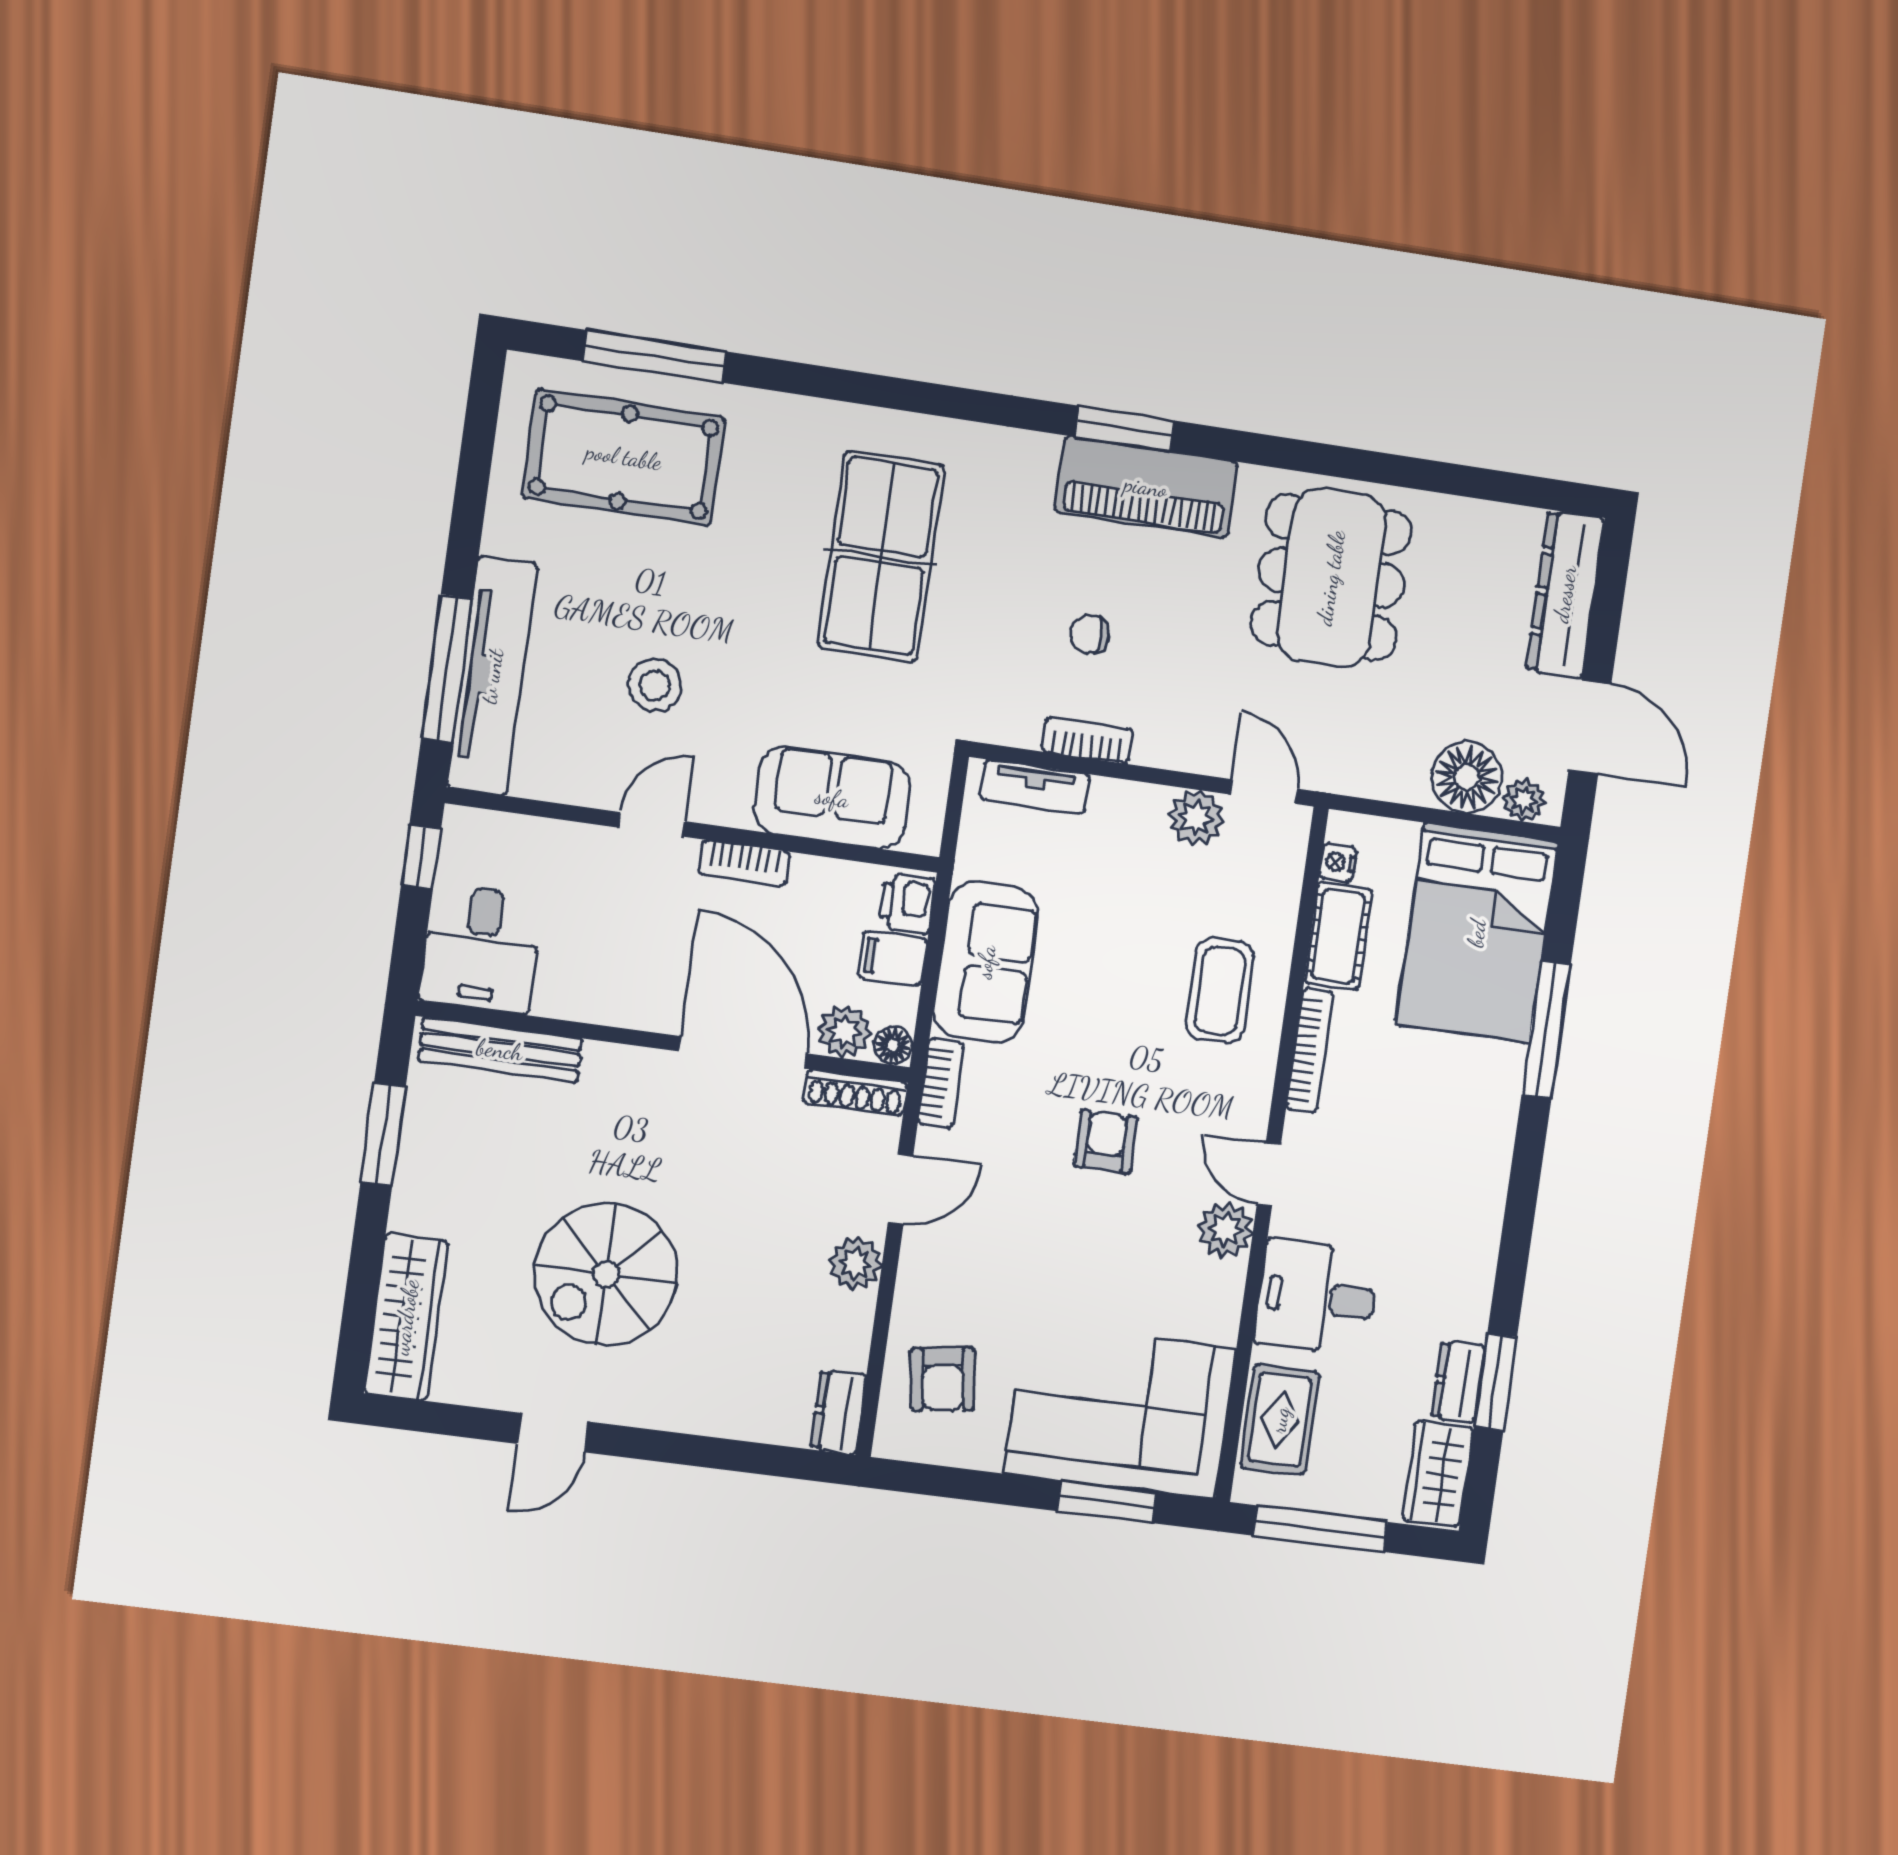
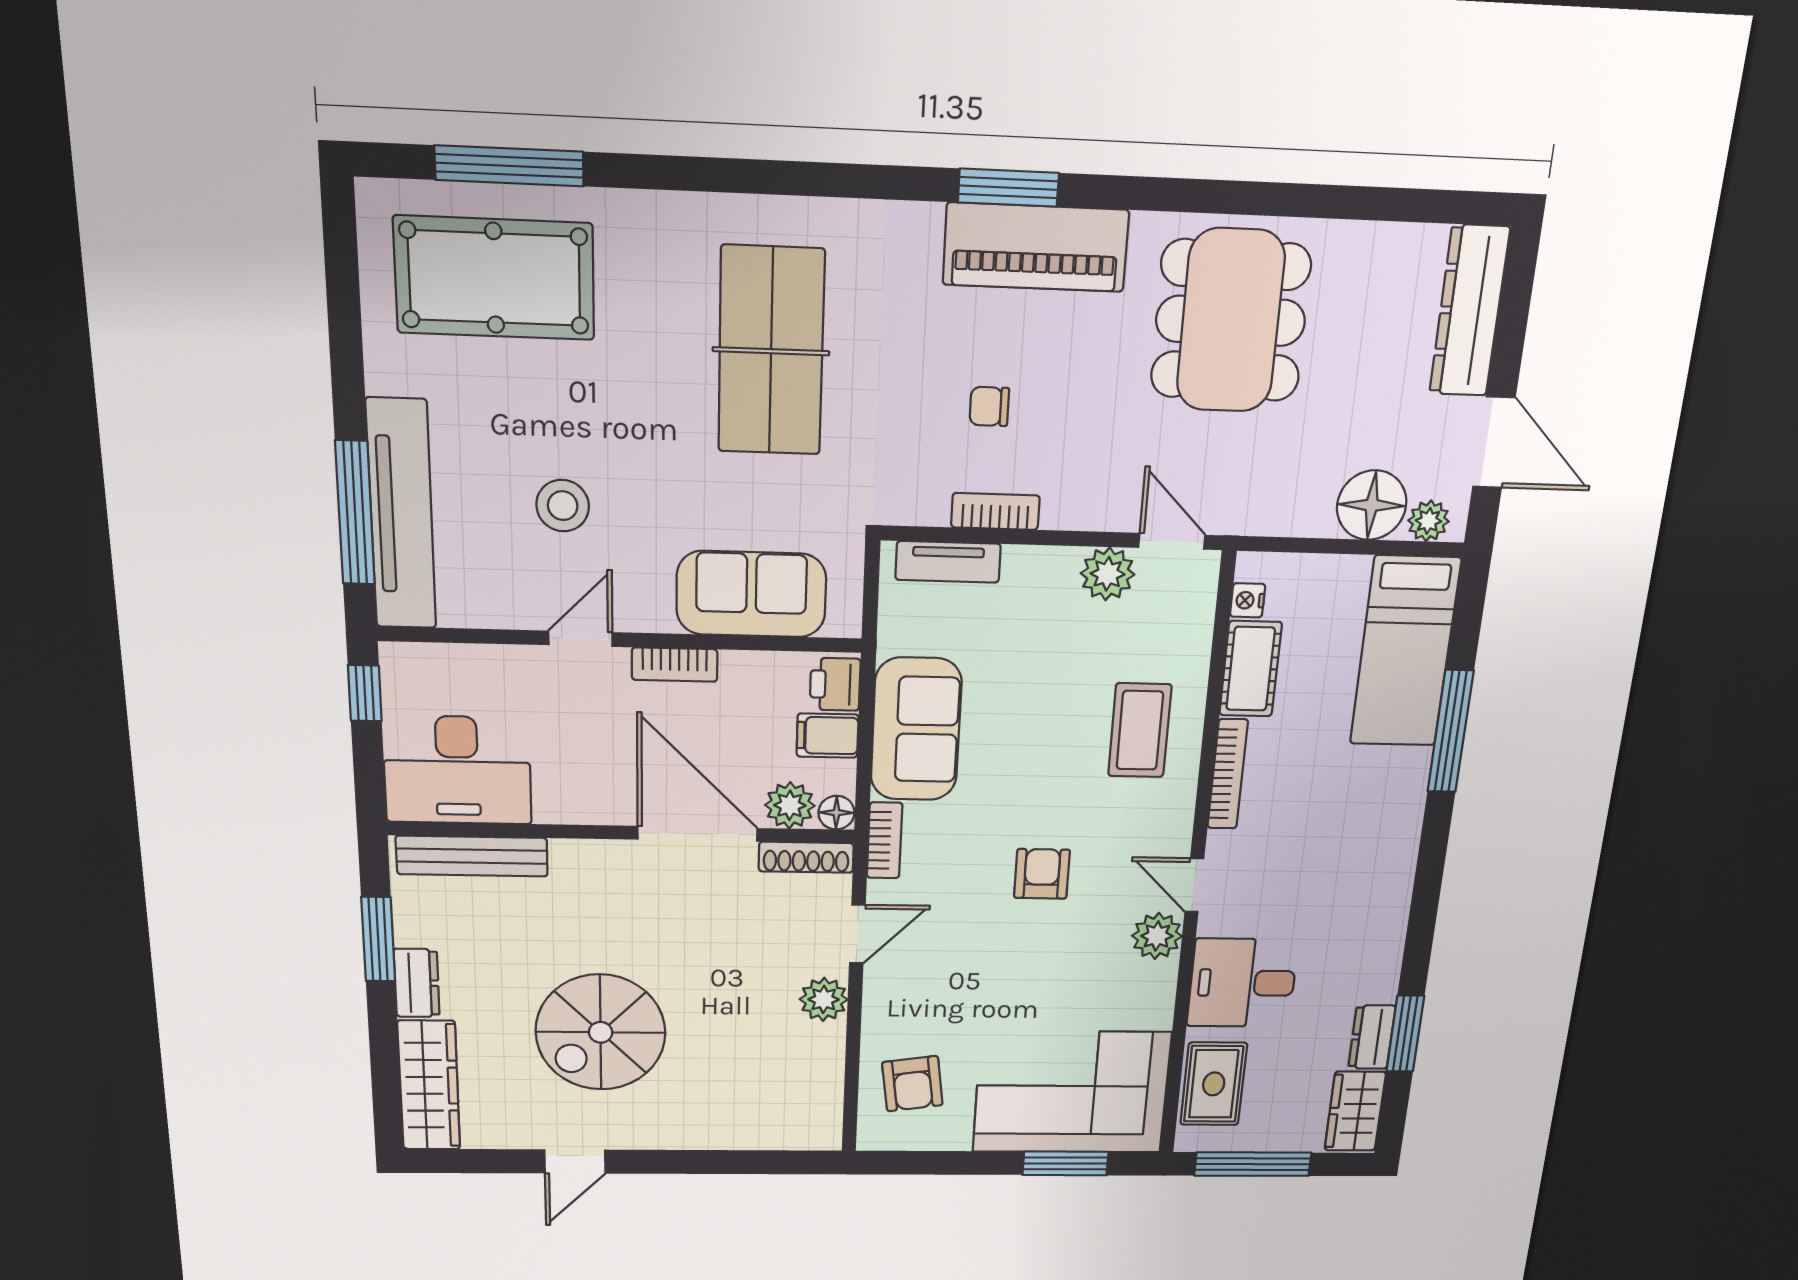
bed: (1477, 933) -> (1405, 652), width x0.67
desk: (481, 949) -> (457, 770), width x1.37
dresser: (838, 1412) -> (417, 983), moved, turned 180

